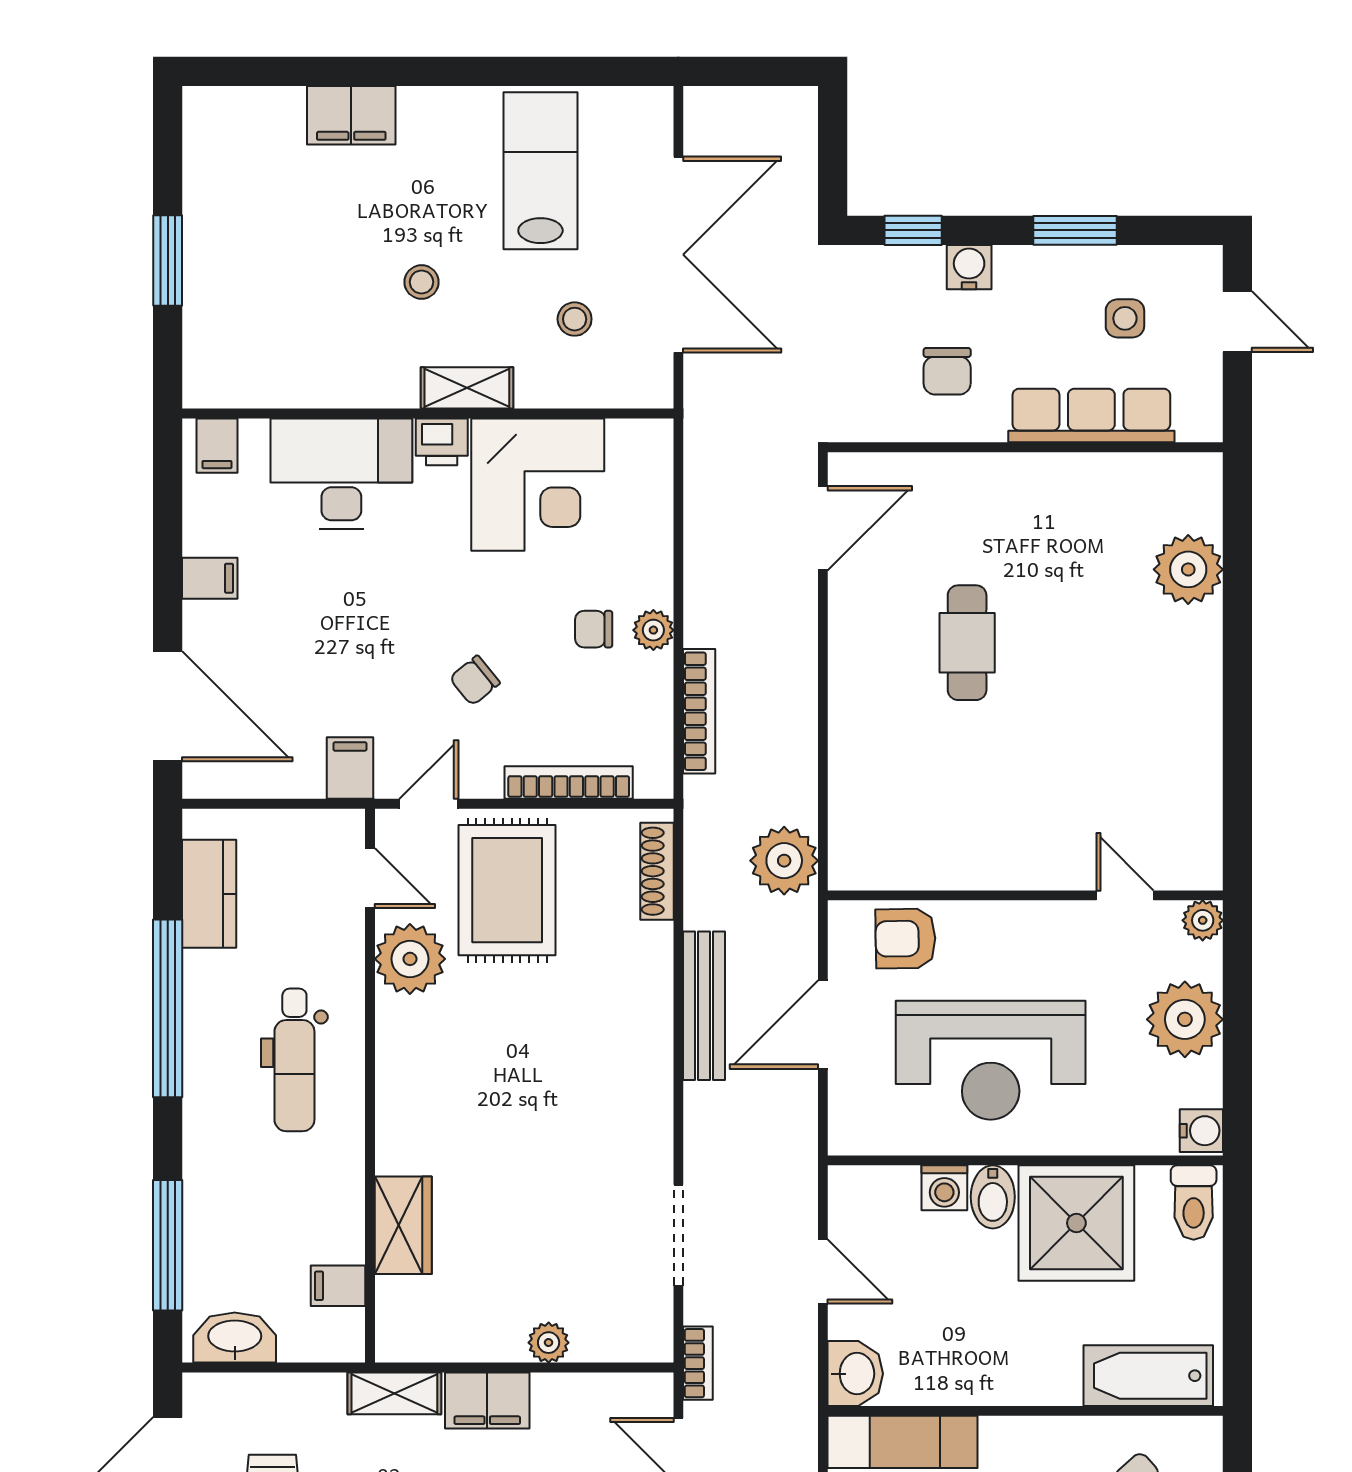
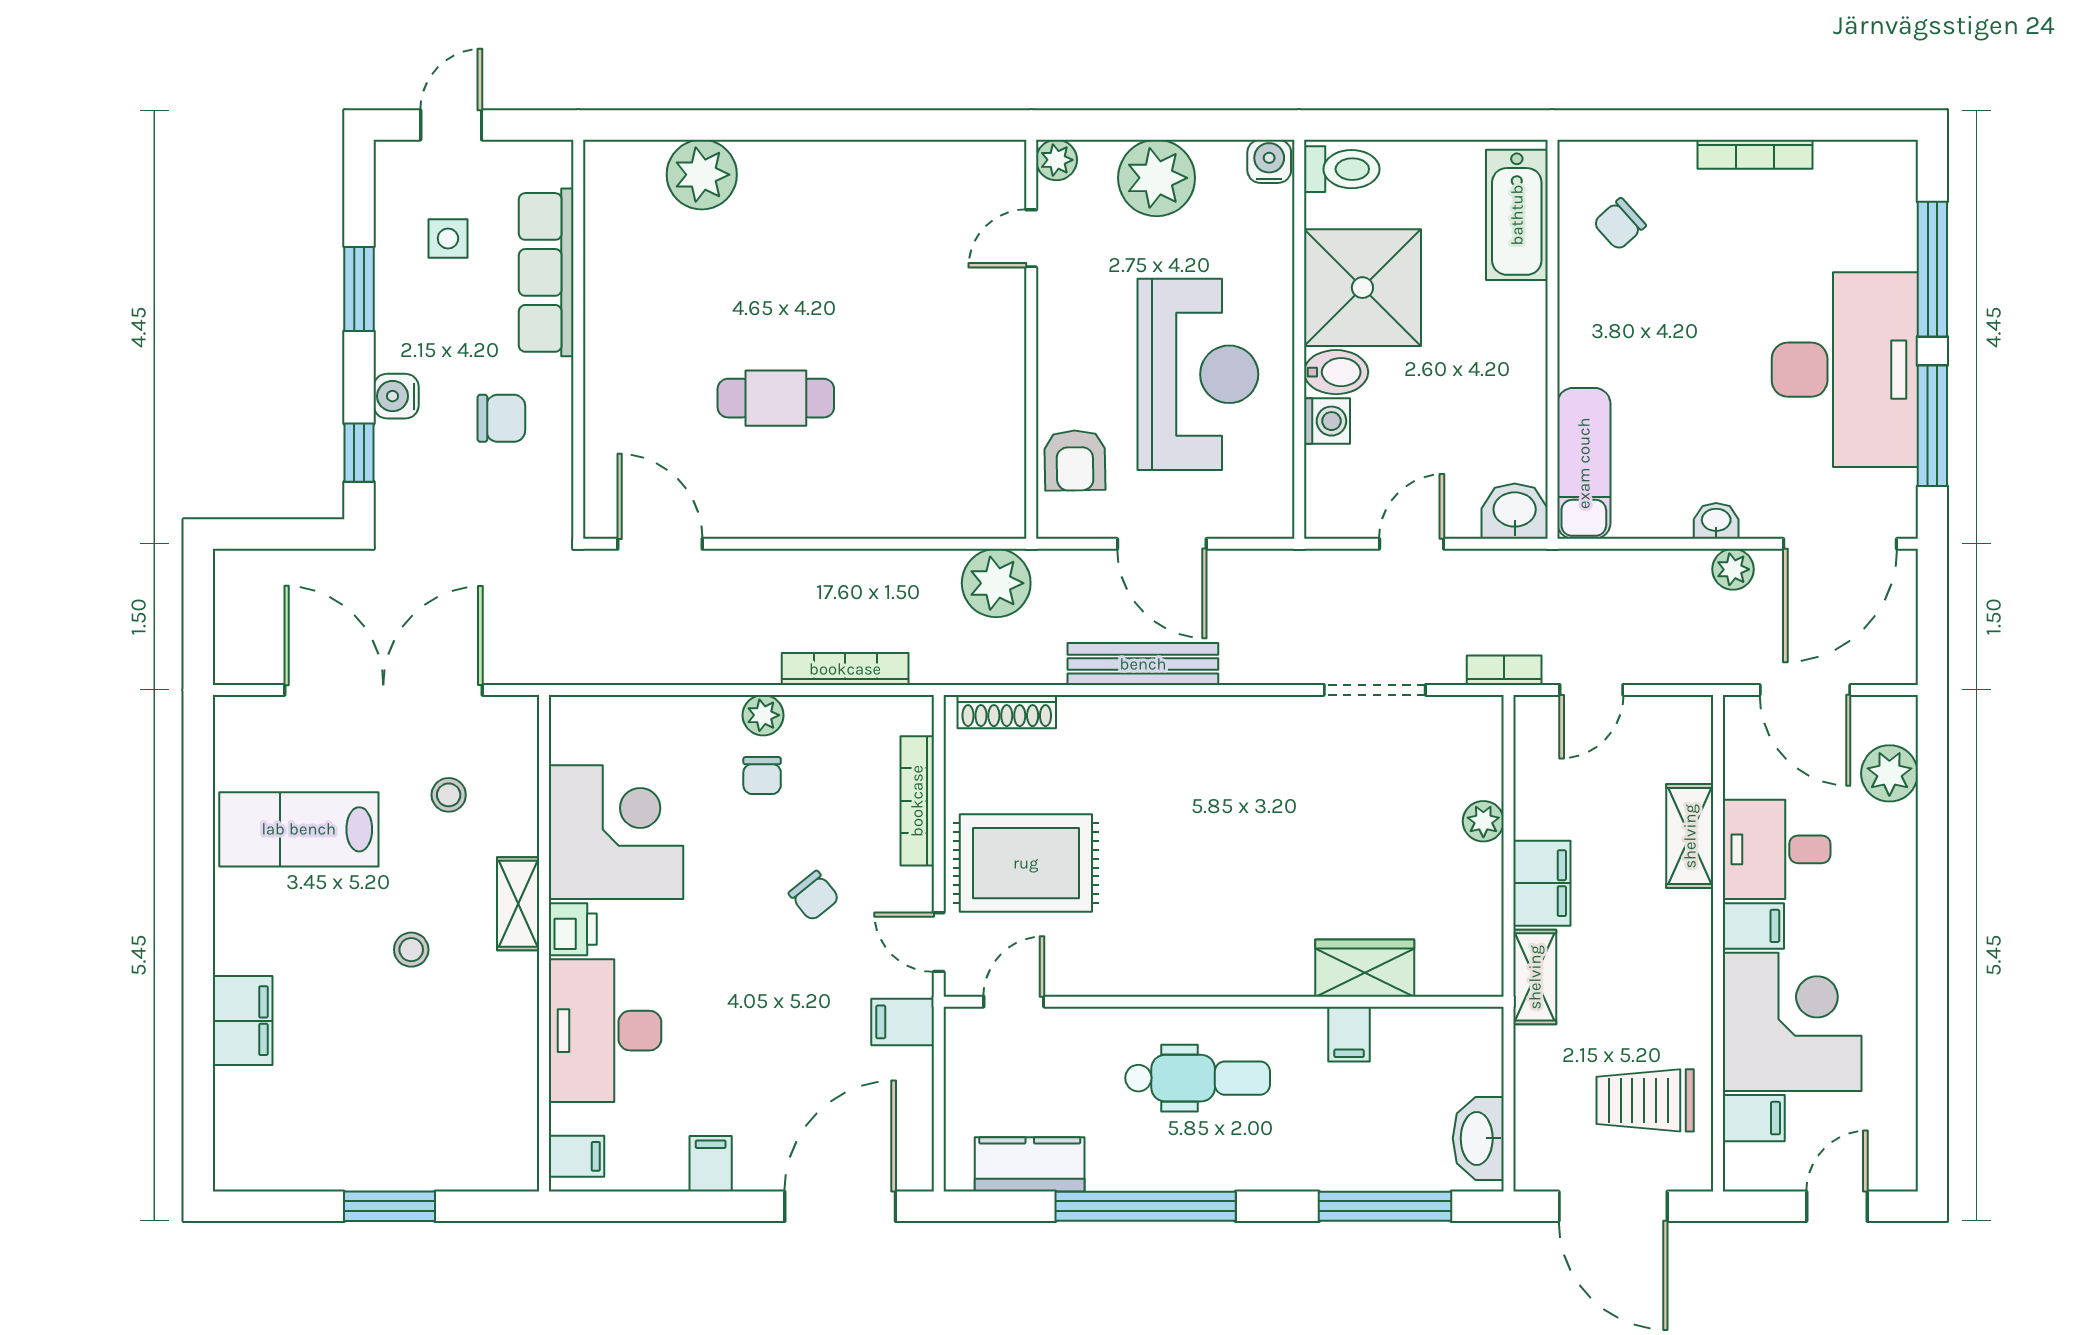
plant: (410, 959) -> (1096, 961), removed
filing cabinet: (338, 1286) -> (1349, 1034), moved

